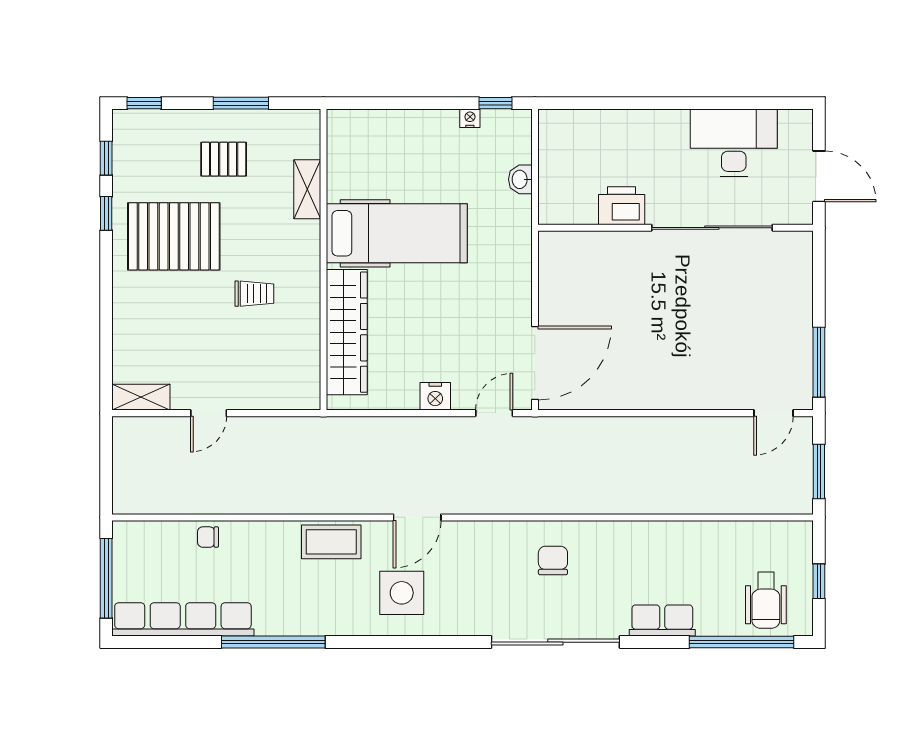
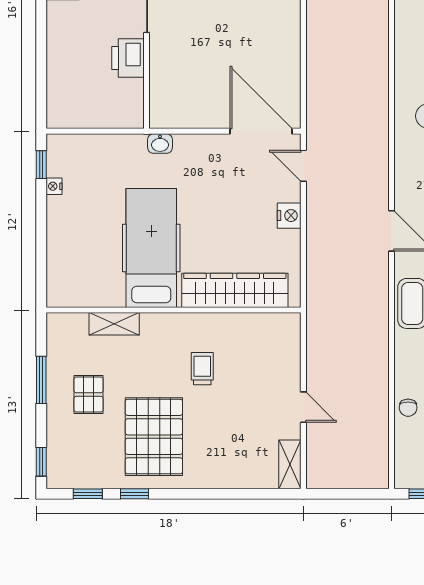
washbasin: (520, 179) -> (160, 144), moved

